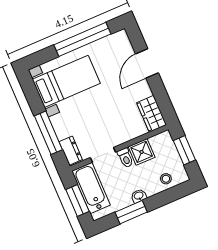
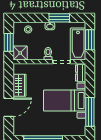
bed with nightstands: (66, 81) -> (65, 101), moved
wardrobe: (152, 114) -> (20, 85), moved
window: (48, 133) -> (90, 112), moved
shower: (142, 152) -> (20, 53), moved

